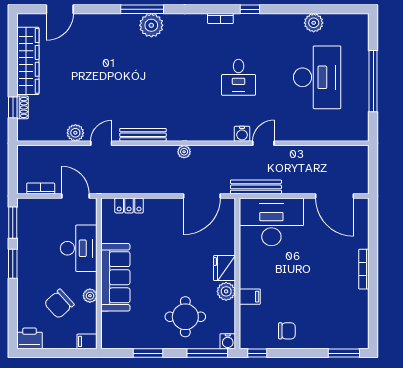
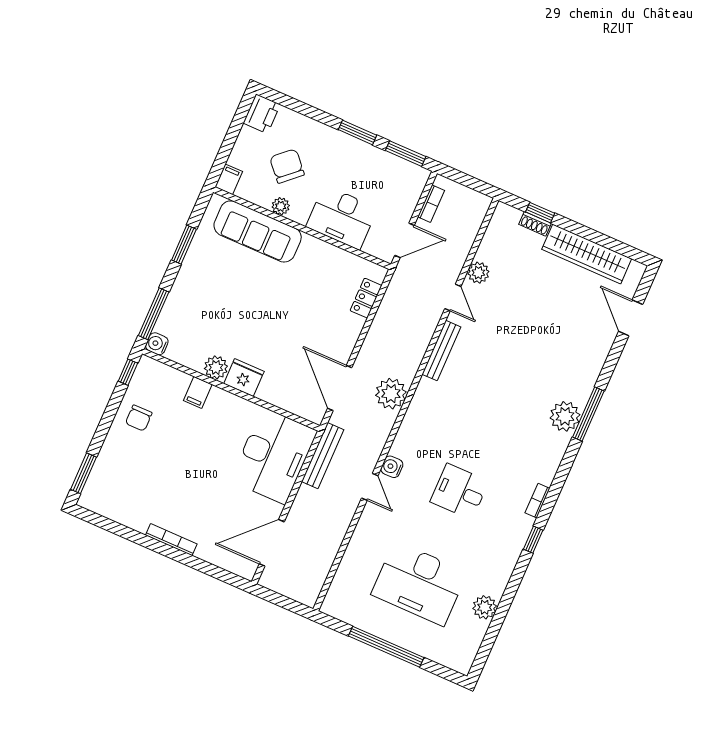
plant: (184, 152) -> (391, 394), width x1.88, depth x1.88
sofa: (115, 277) -> (258, 231), moved
round table: (185, 317) -> (207, 307), removed

